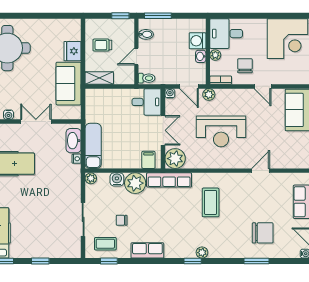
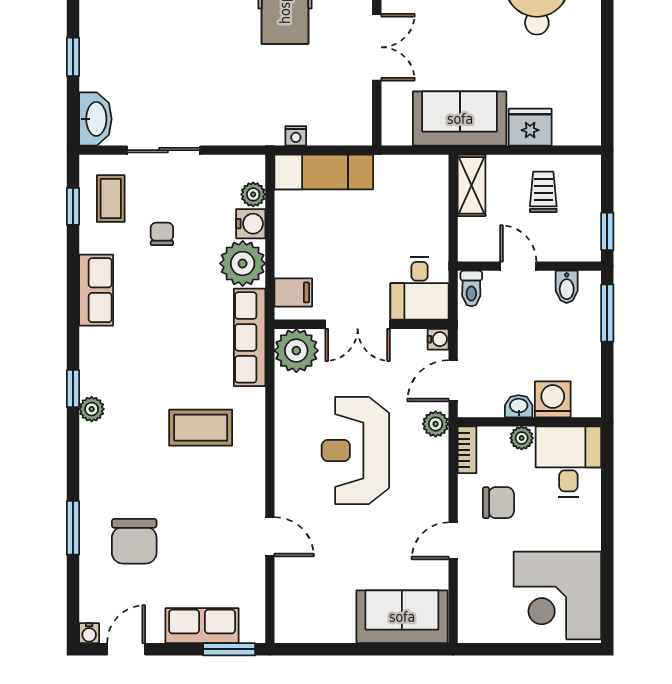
washbasin: (74, 141) -> (95, 119), moved, turned 90
plant: (91, 178) -> (253, 194), moved

